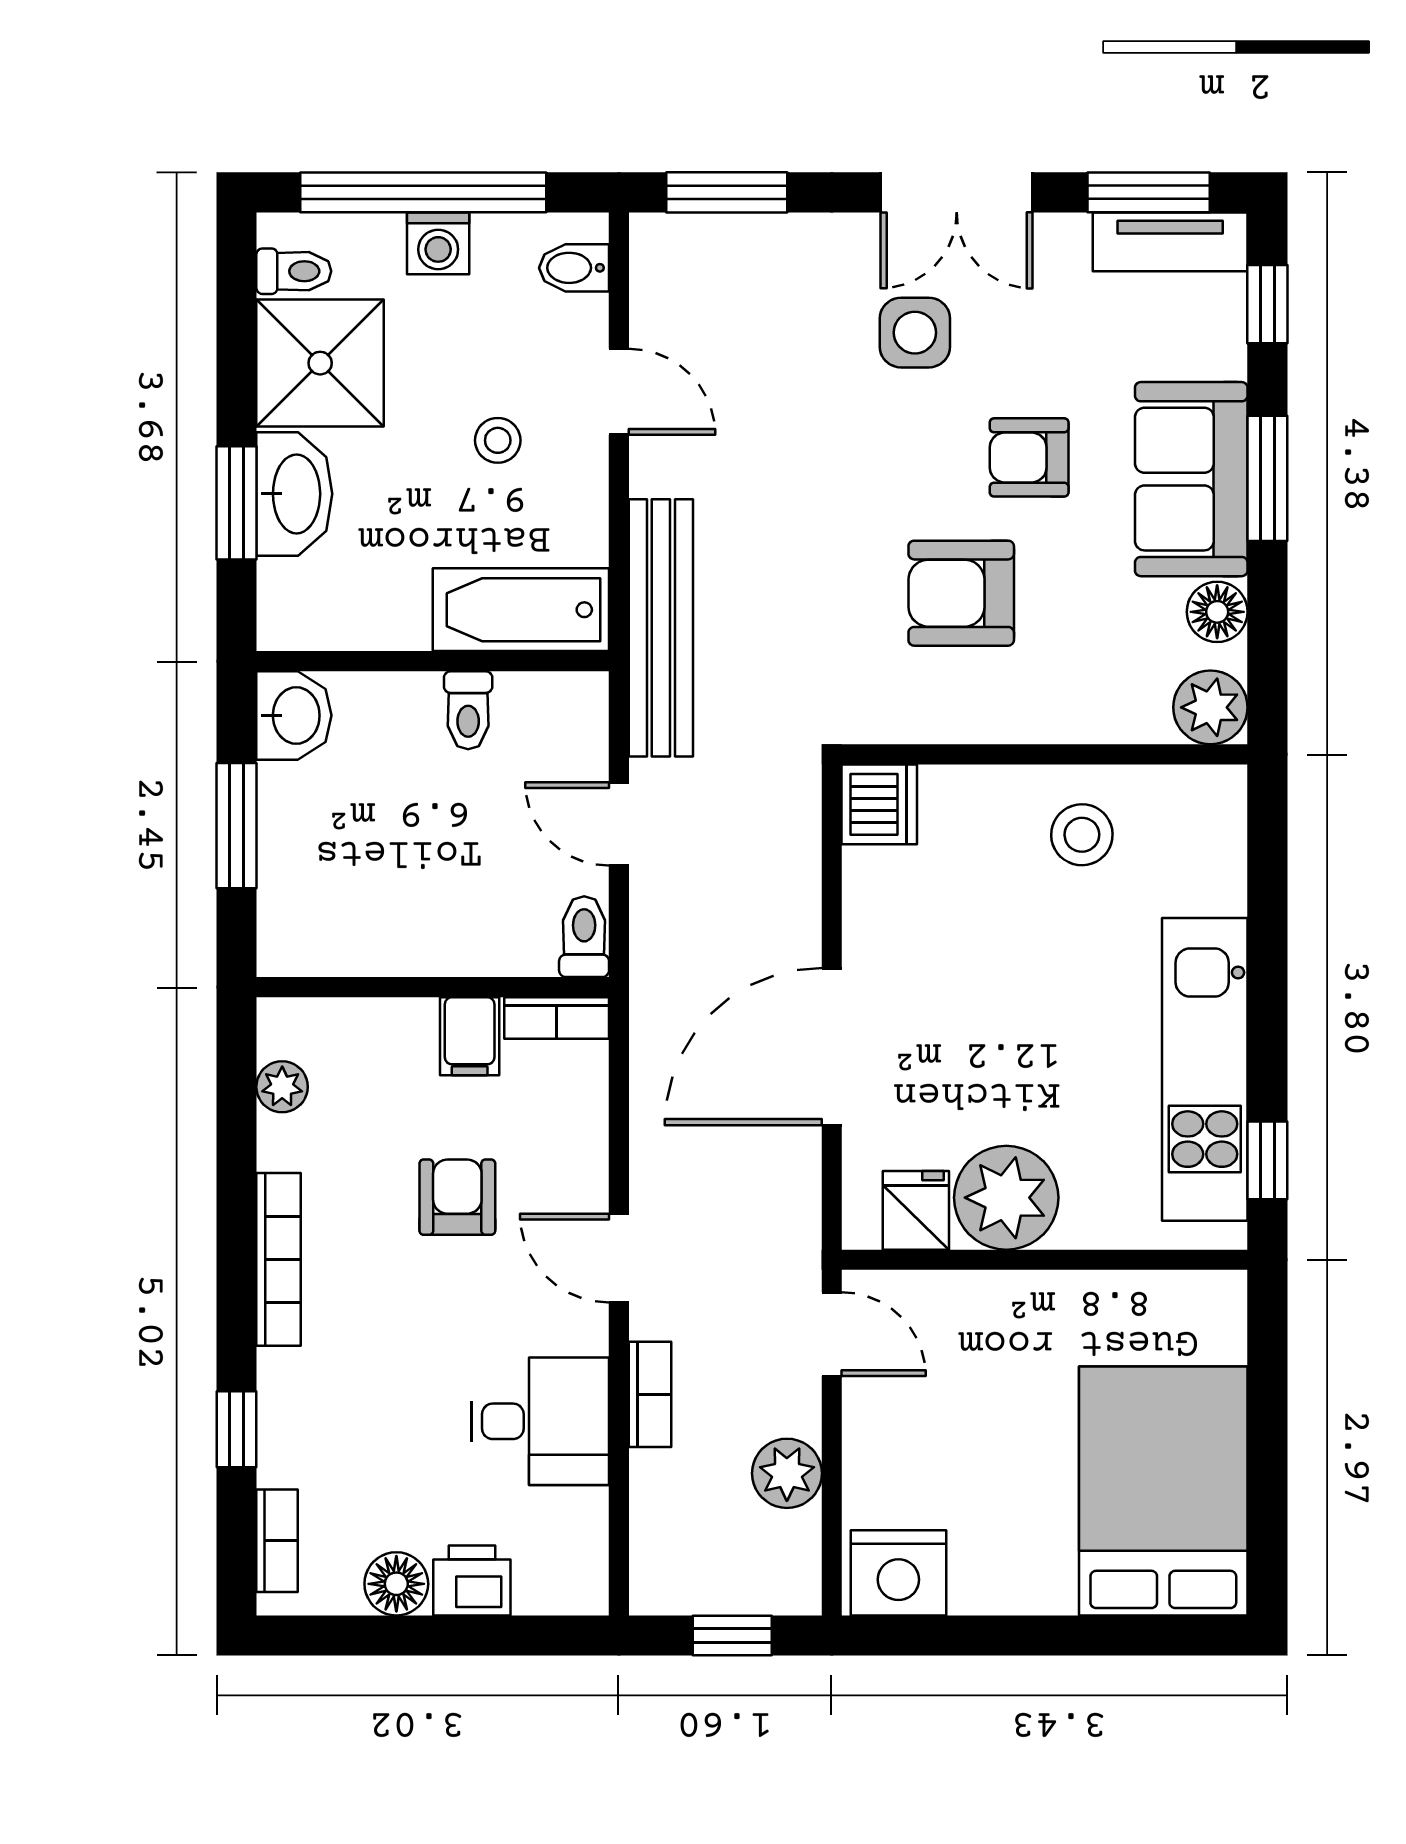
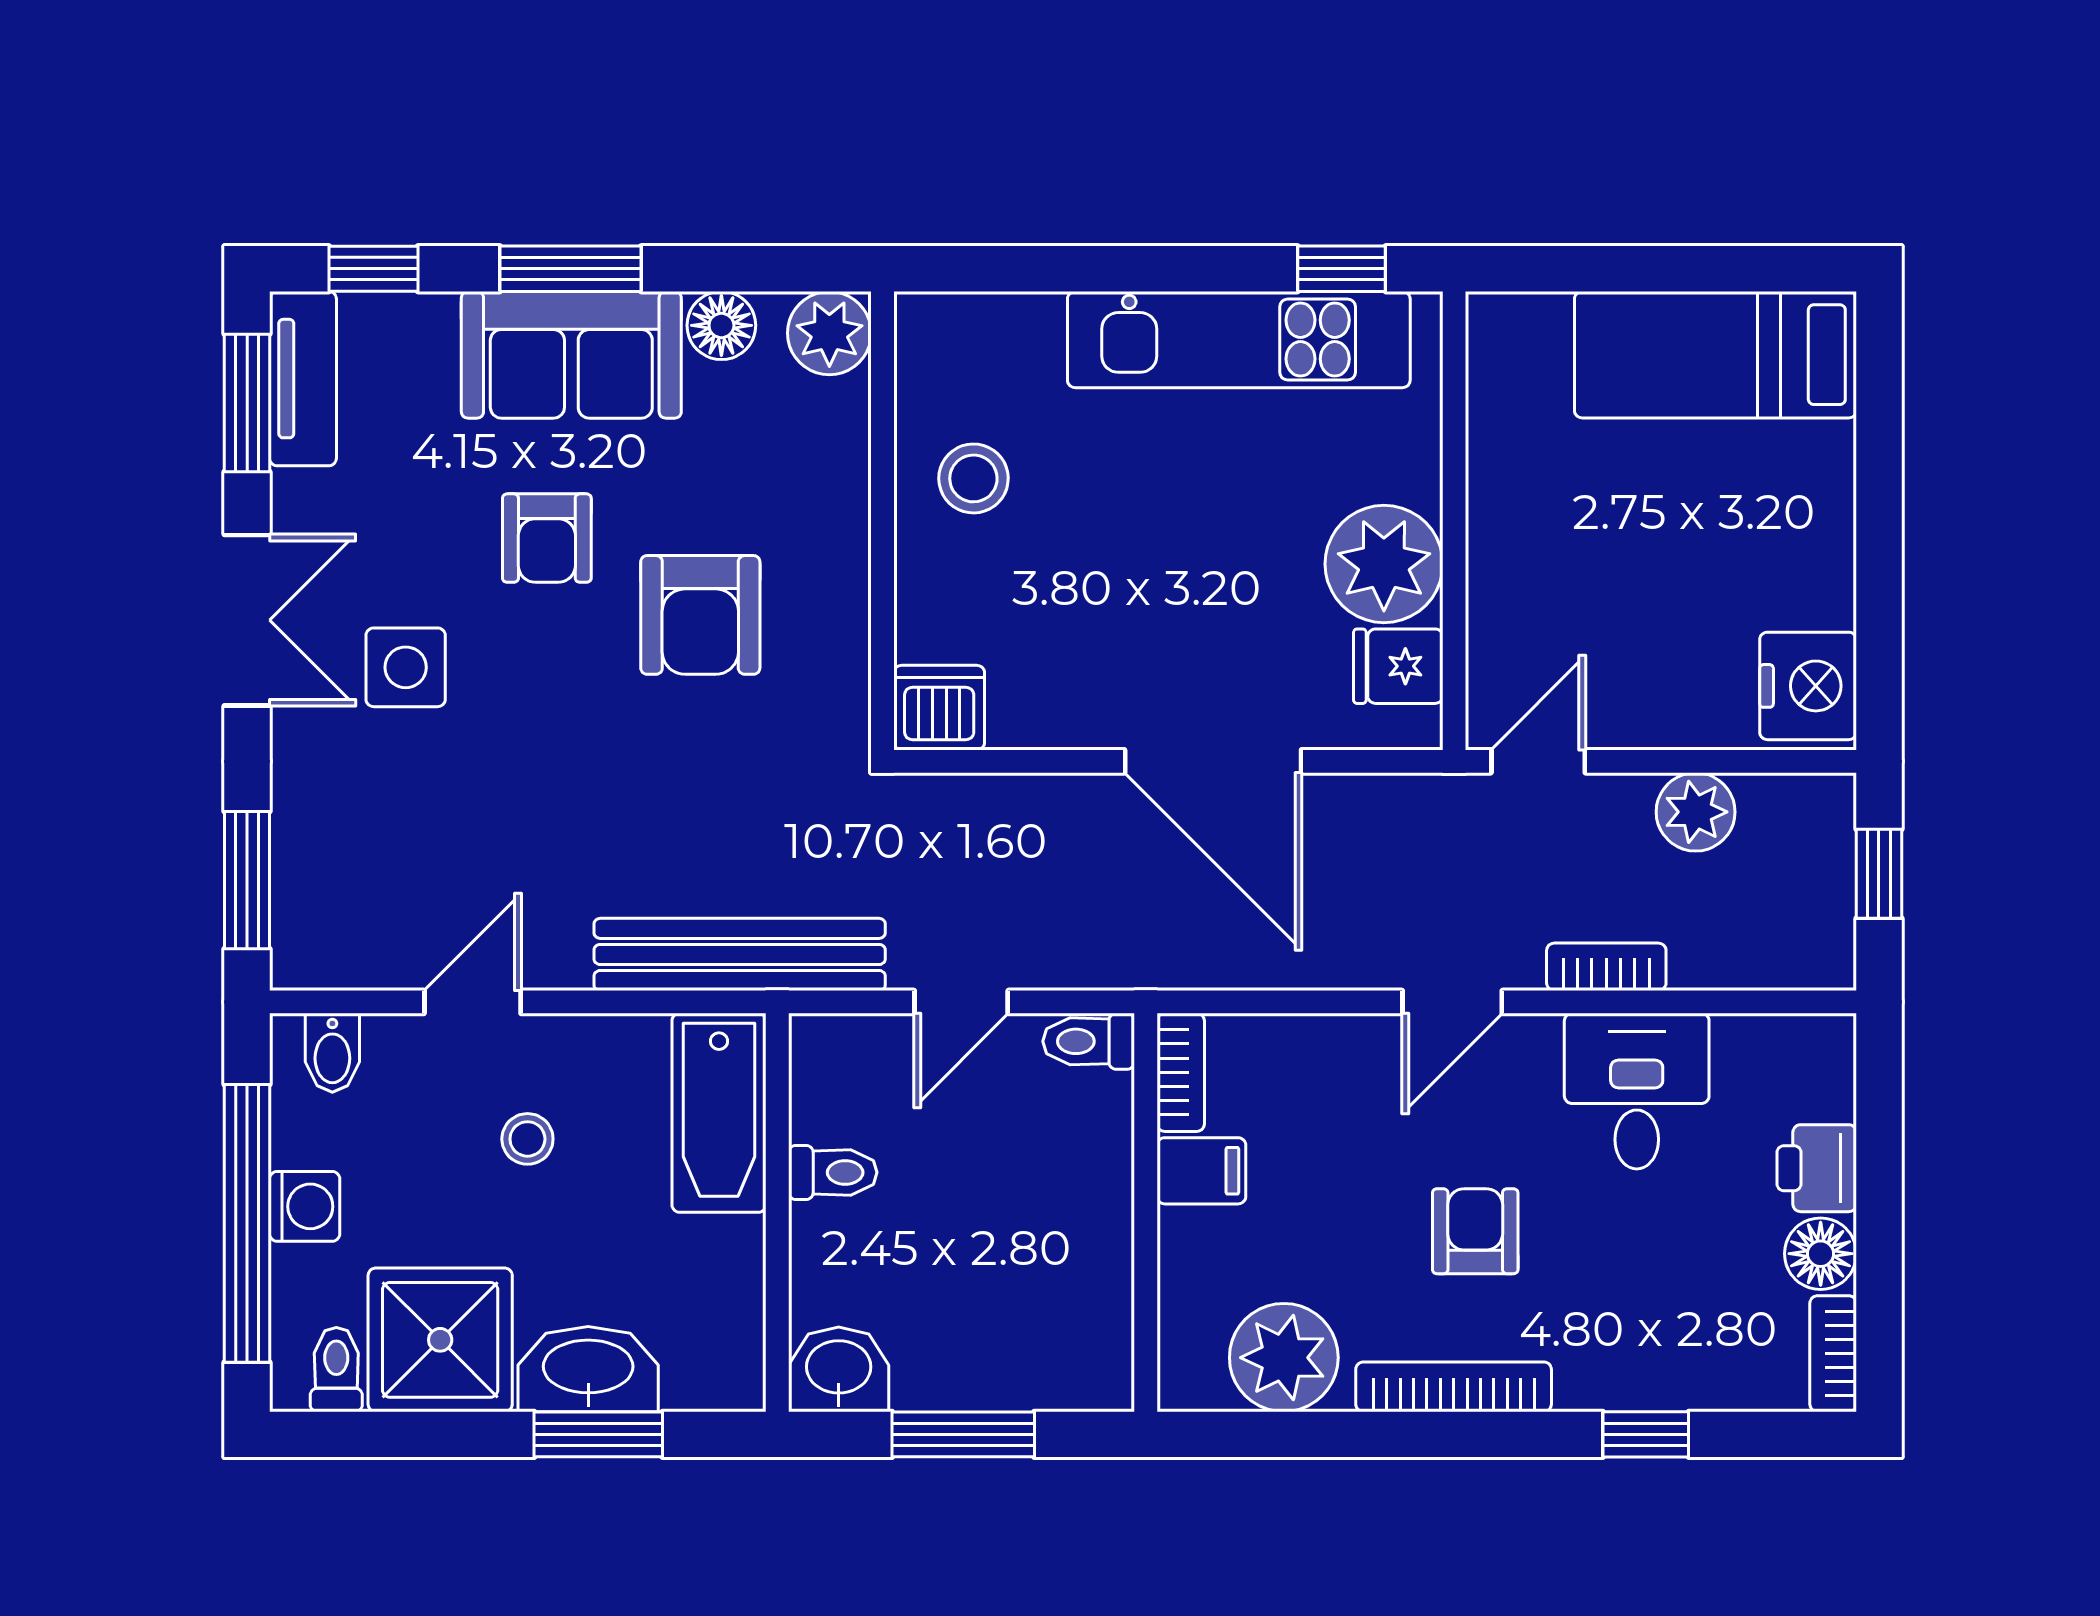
plant: (282, 1087) -> (1284, 1358), width x1.88, depth x1.88
armchair: (457, 1197) -> (1475, 1231), moved, turned 90
bed: (1163, 1491) -> (1715, 355), width x0.67
bookcase: (277, 1541) -> (1833, 1354), moved, turned -90

